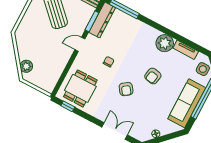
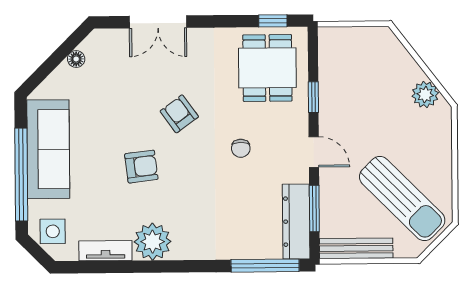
door: (80, 44) -> (314, 152), hinge flipped
plant: (26, 66) -> (425, 95), moved
window: (68, 67) -> (313, 97), added
armchair: (153, 76) -> (141, 167), turned 72

